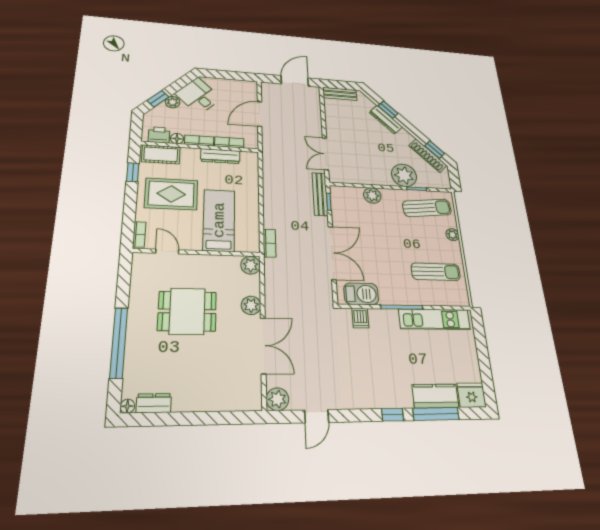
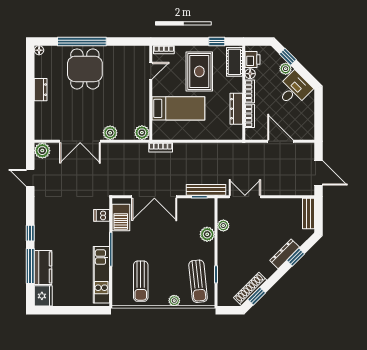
plant: (404, 175) -> (223, 226), moved, width x0.53, depth x0.53
dining table: (187, 311) -> (85, 69), moved
dresser: (154, 403) -> (41, 90), moved

